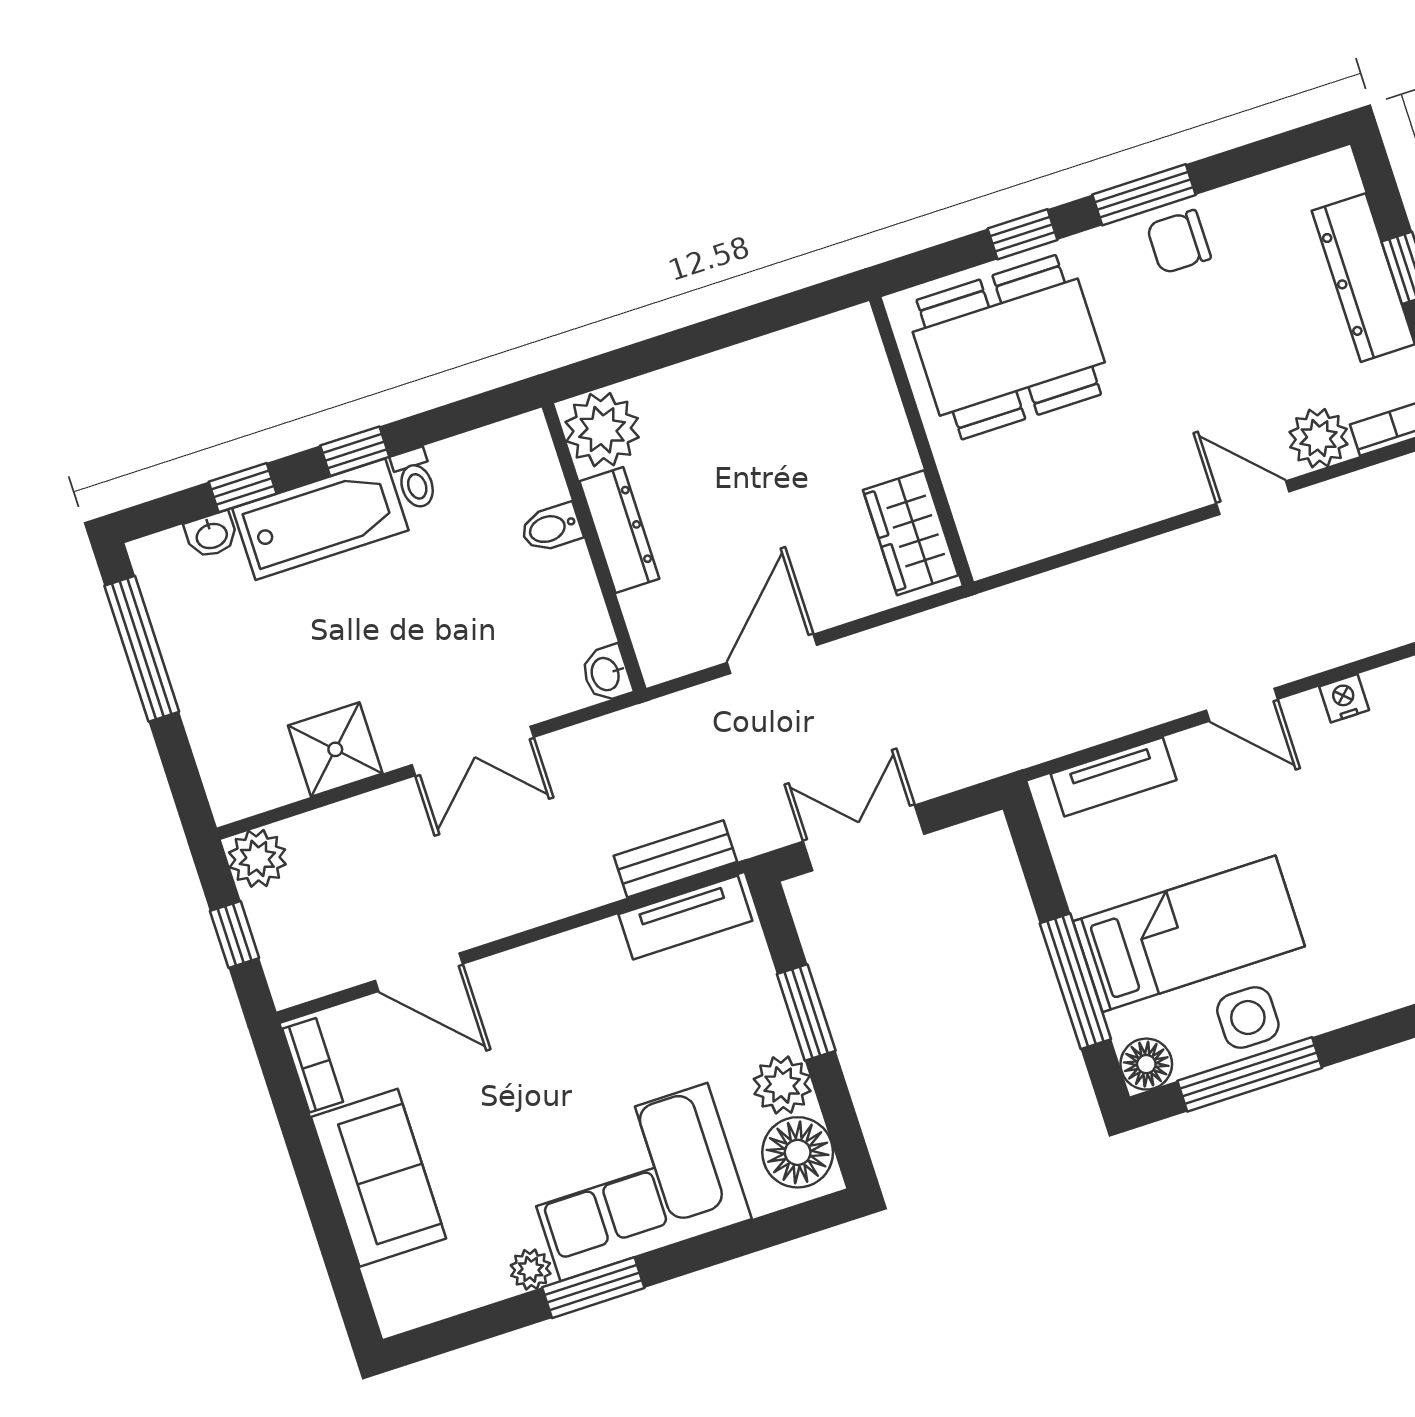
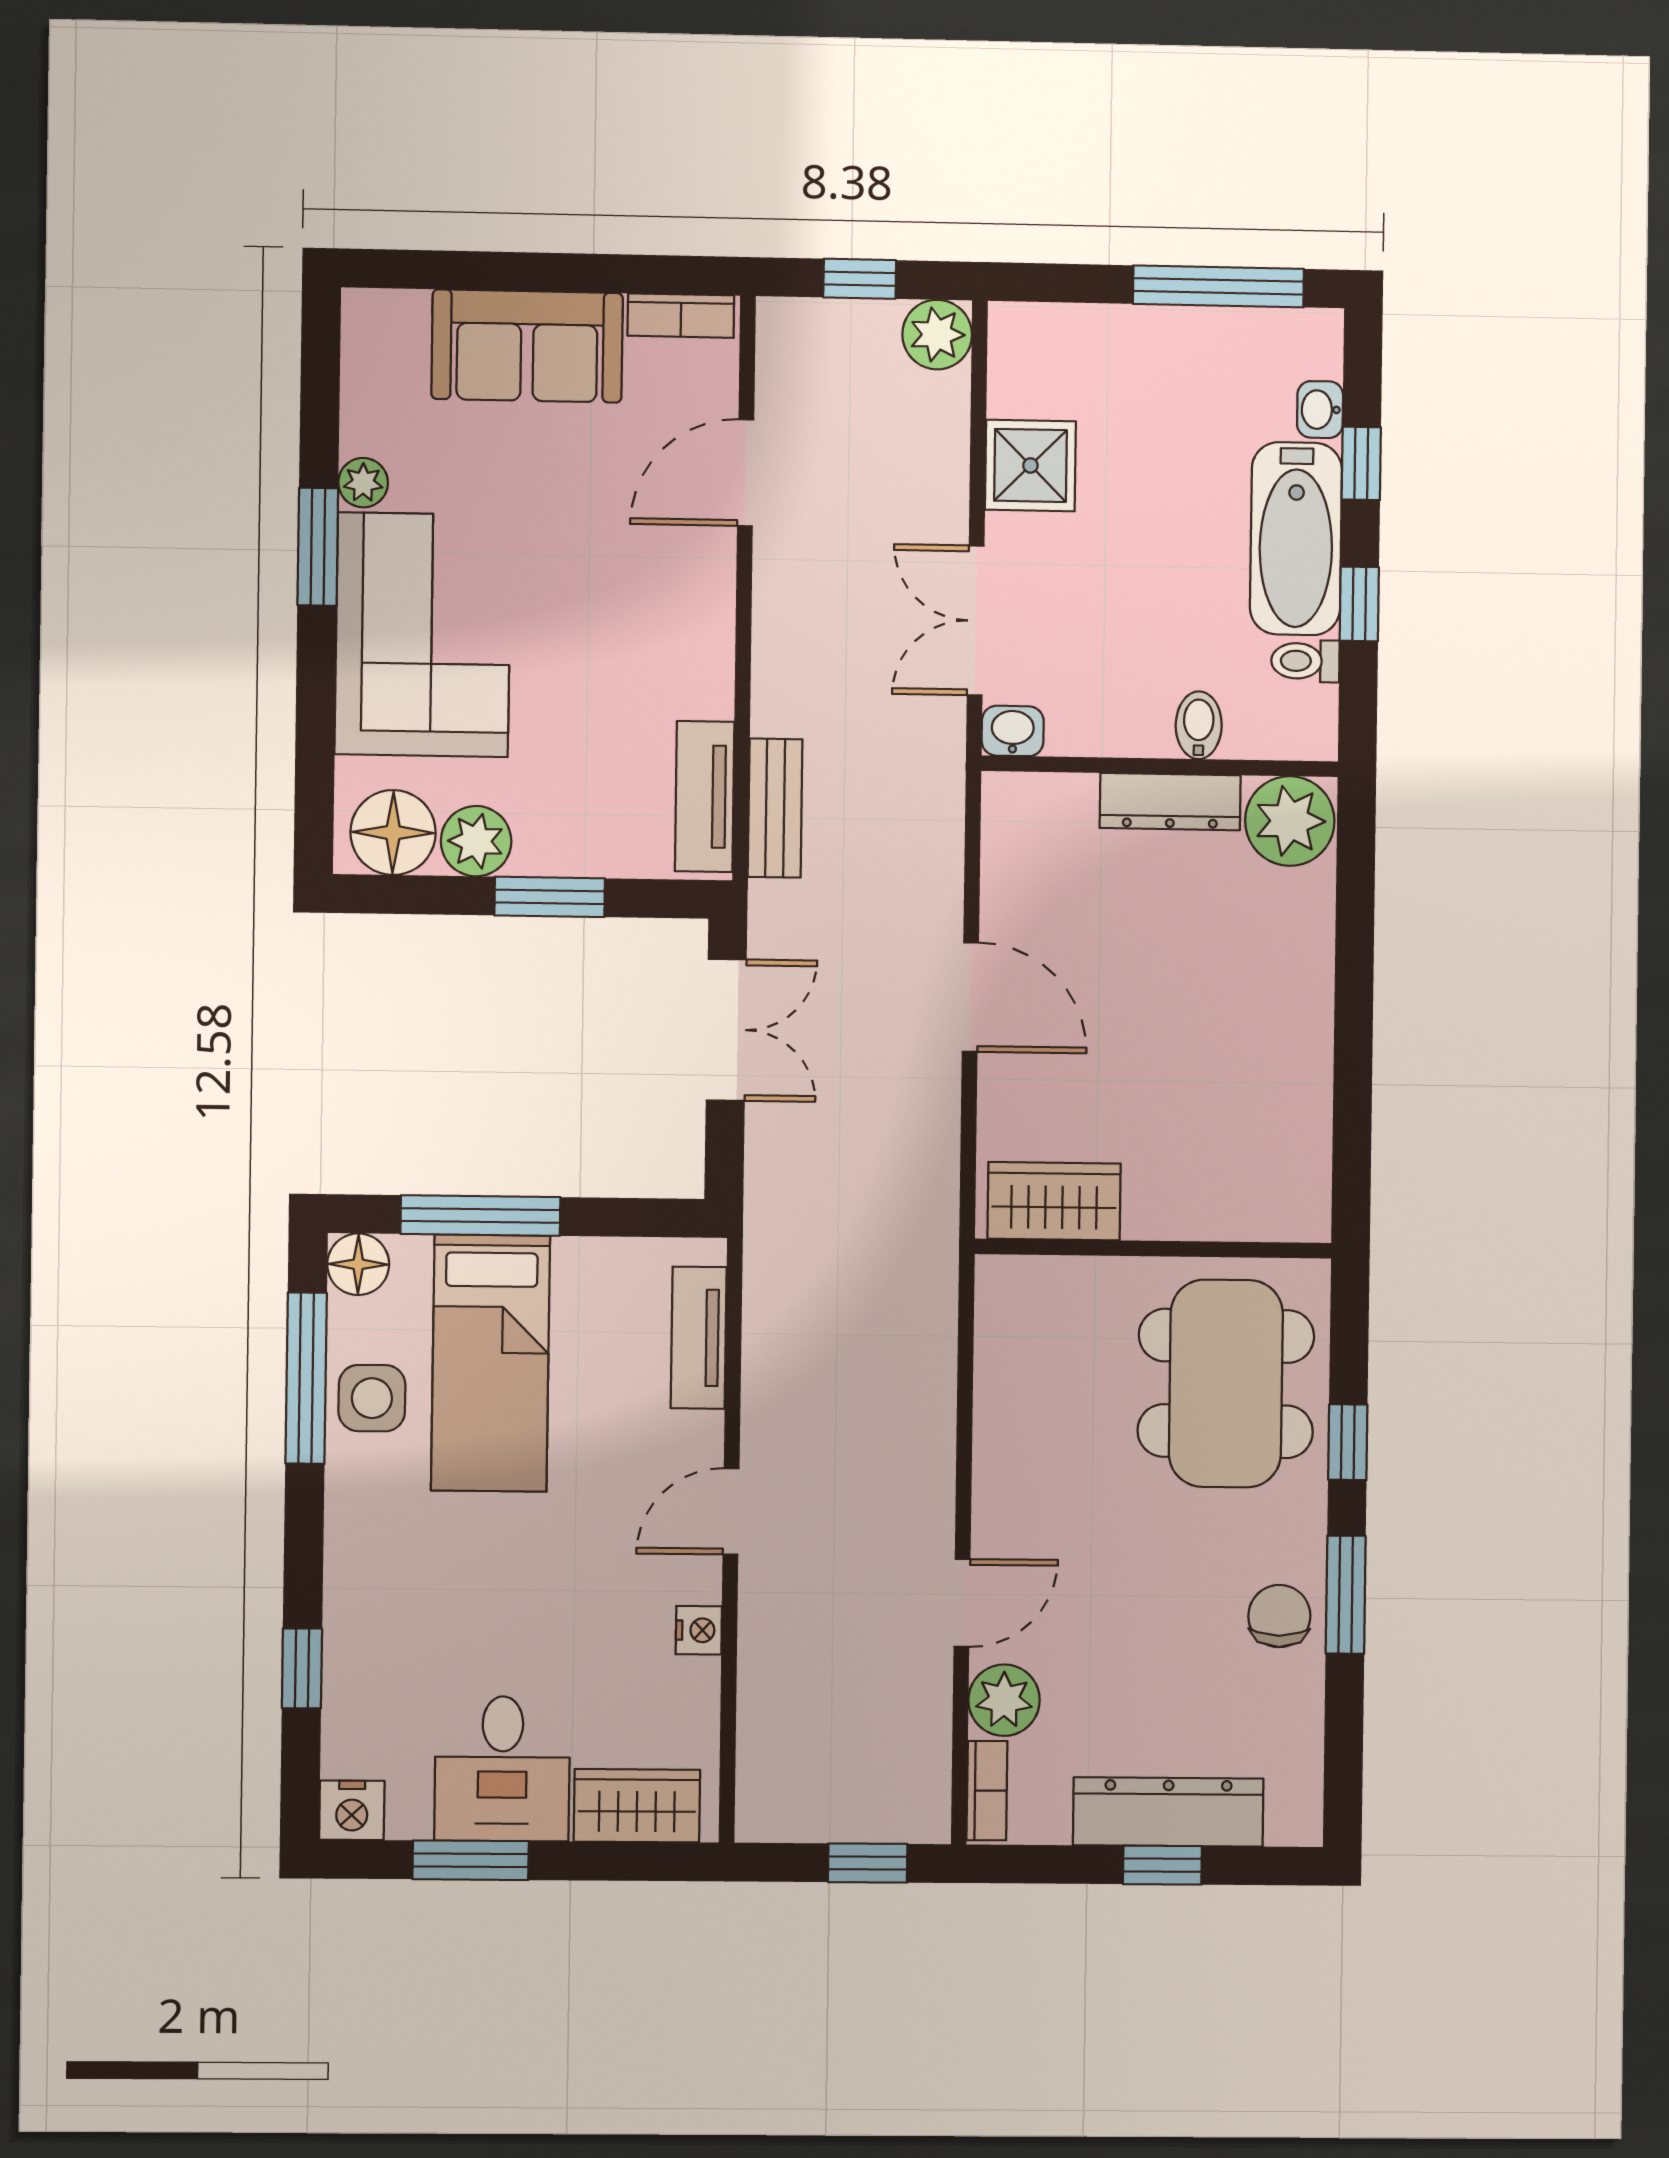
plant: (602, 430) -> (1290, 821), moved
bidet: (551, 528) -> (1199, 725), moved
dresser: (619, 530) -> (1170, 802), moved
wall: (594, 548) -> (1160, 766), moved
washbasin: (606, 674) -> (1013, 731), moved

